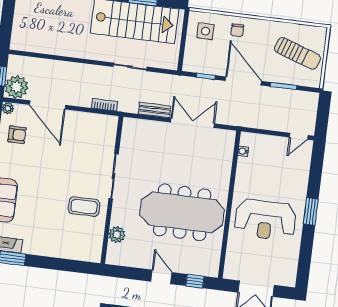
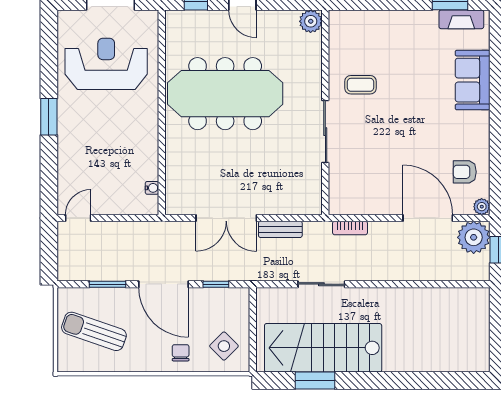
side table: (205, 31) -> (224, 346), turned 45
coffee table: (84, 207) -> (360, 85), width x0.73, depth x0.77
reception desk: (265, 220) -> (106, 64), moved
plant: (117, 235) -> (311, 21), moved

